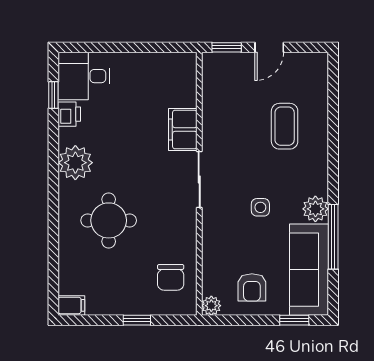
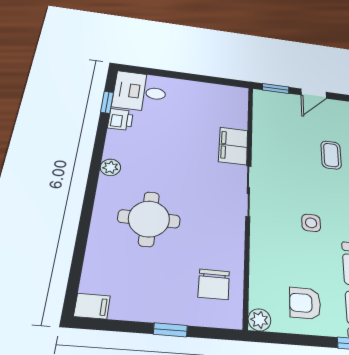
coffee table: (285, 126) -> (331, 155), width x0.73, depth x0.77
plant: (75, 163) -> (110, 167), width x0.53, depth x0.53
armchair: (252, 287) -> (305, 303), turned 90

